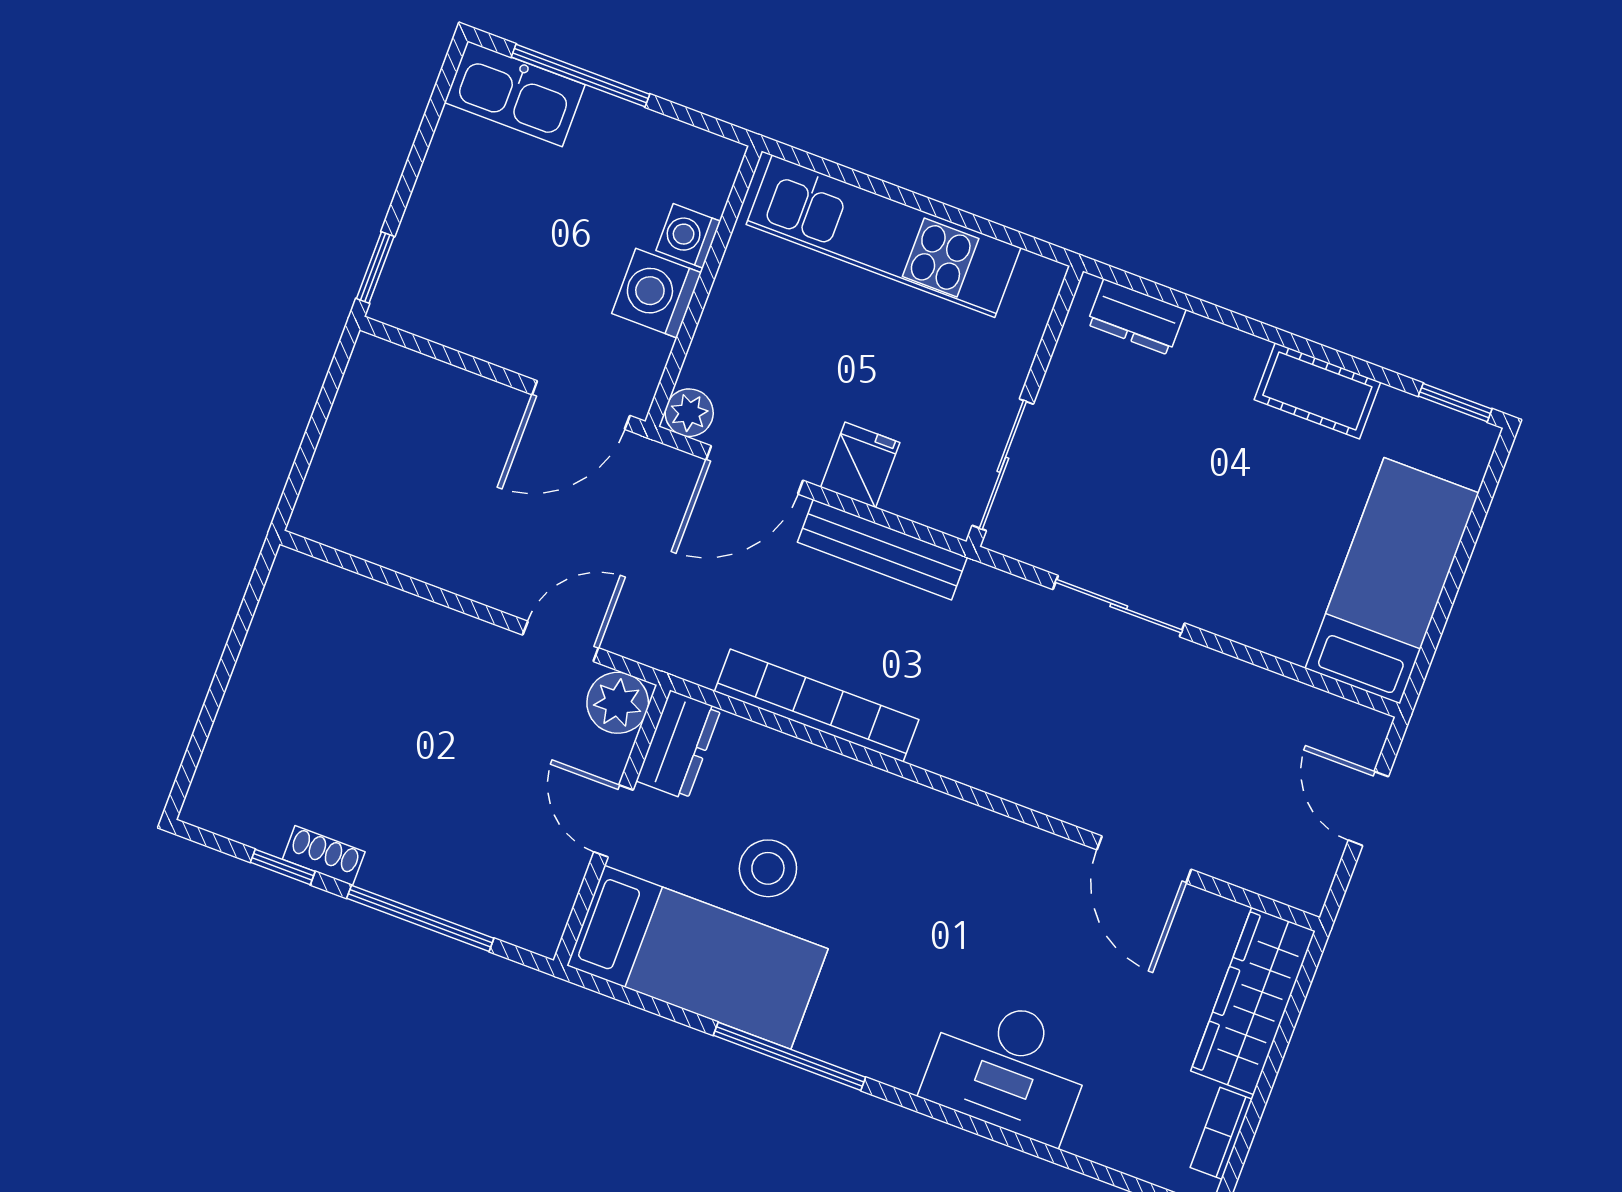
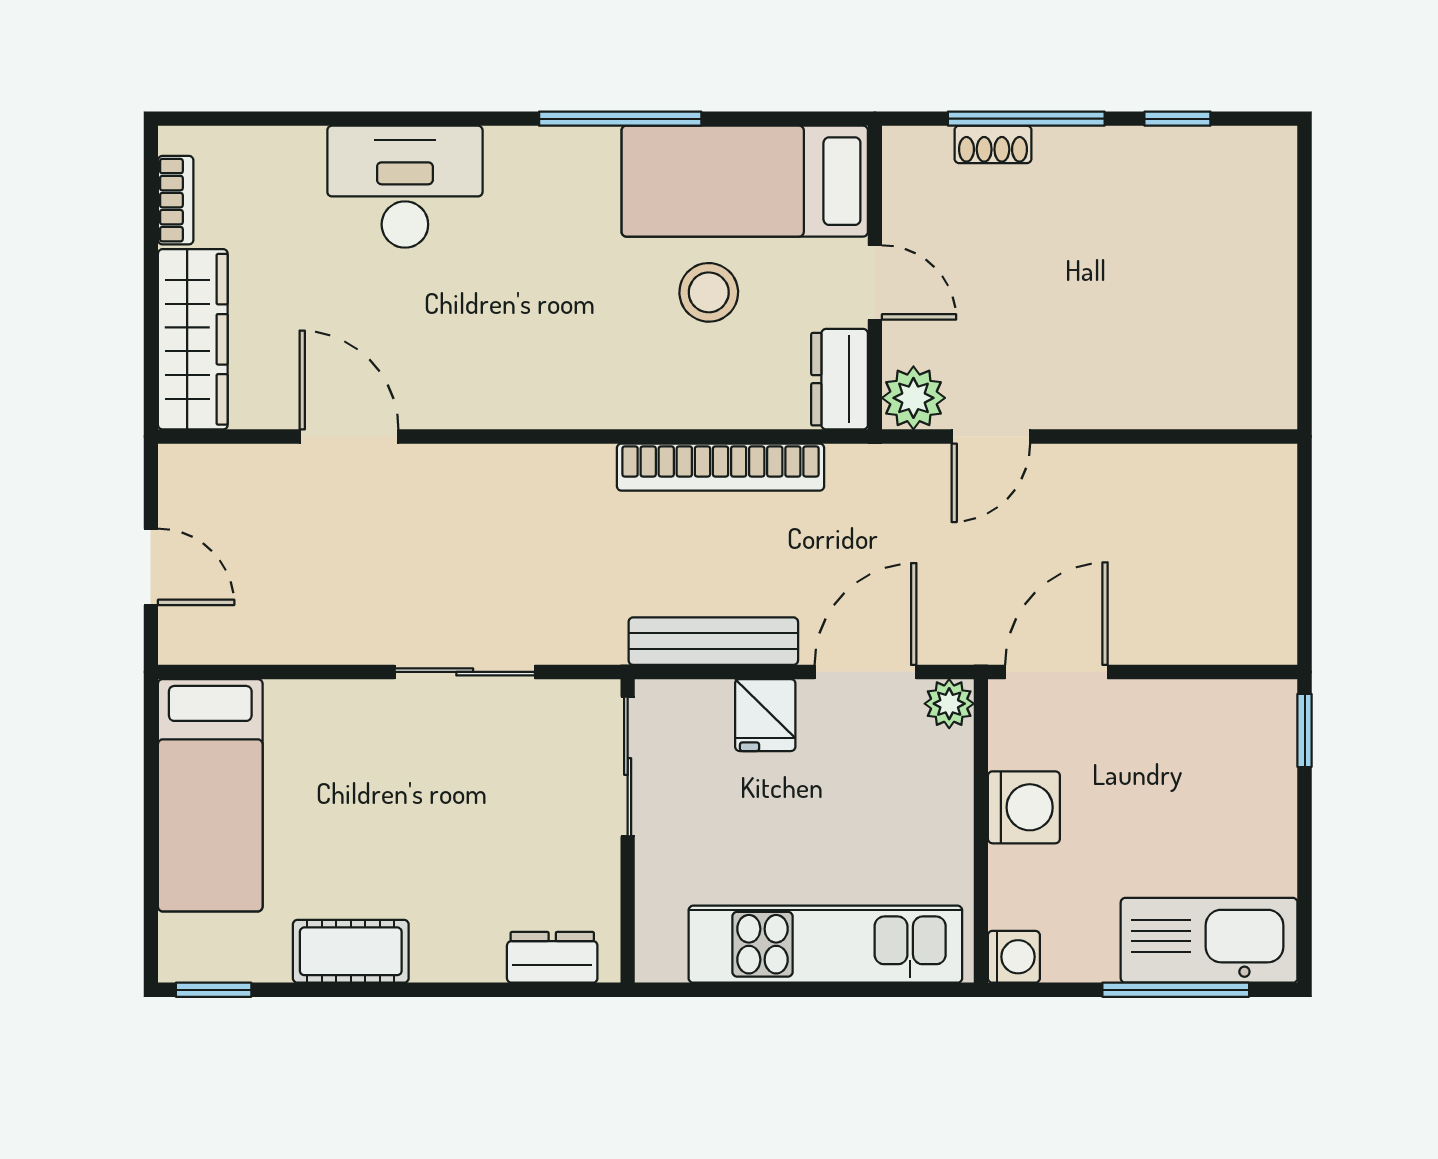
kitchen sink: (515, 94) -> (1209, 940), width x1.36, depth x1.24
washing machine: (688, 236) -> (1014, 957), moved
shoe rack: (324, 856) -> (993, 144), moved

